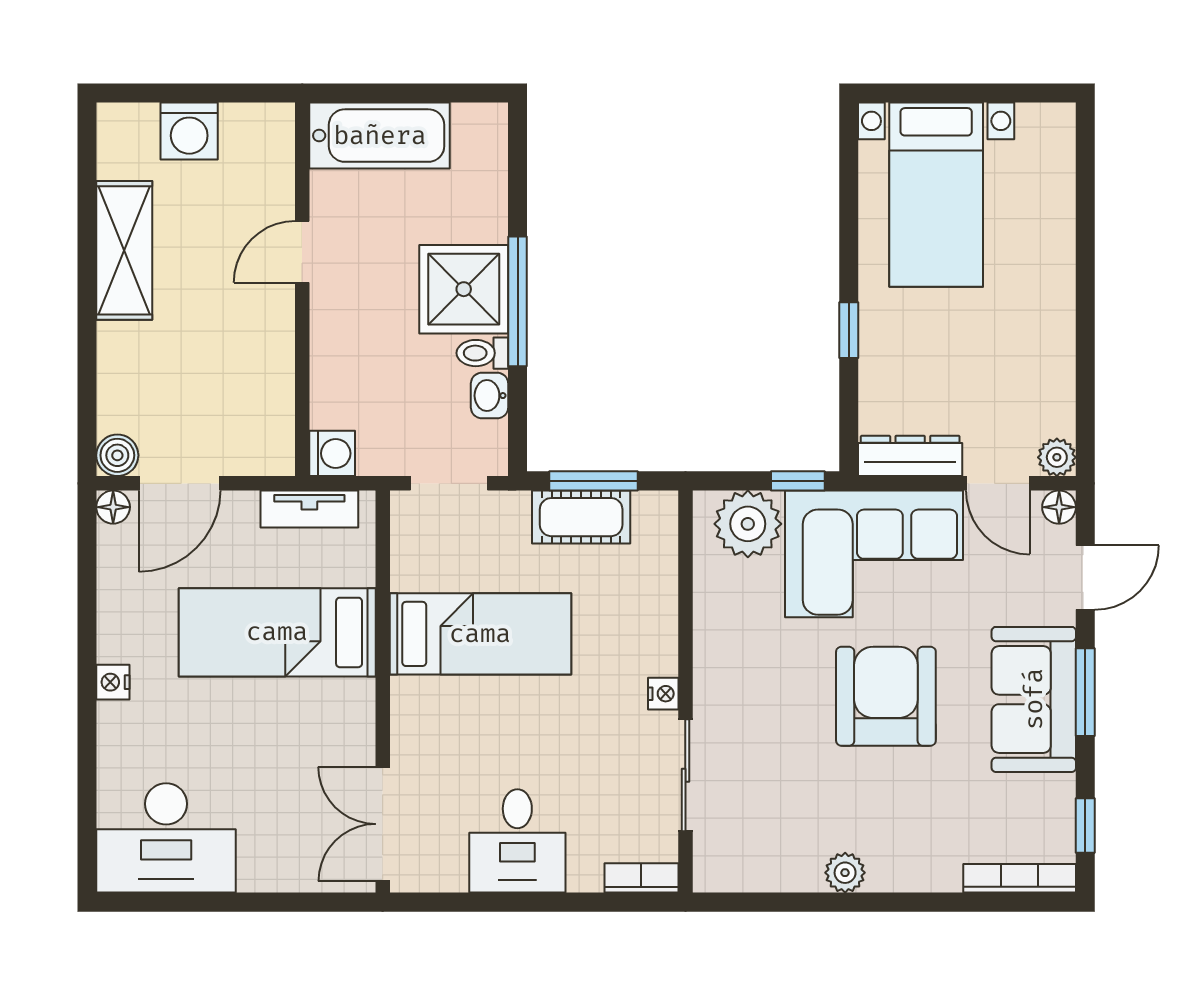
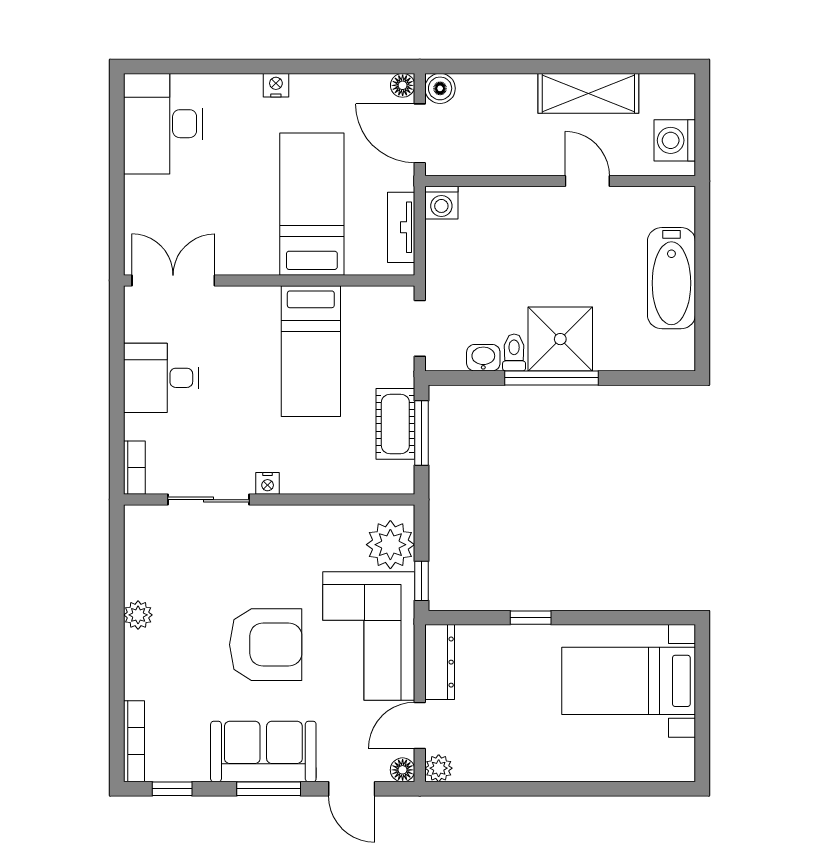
door: (302, 252) -> (587, 181), moved
wall: (302, 289) -> (560, 181), moved
washing machine: (332, 453) -> (441, 203), moved

